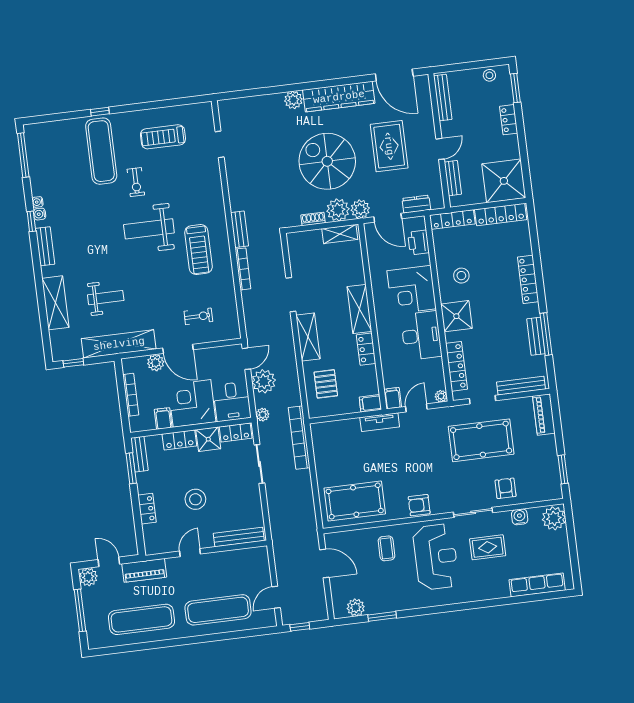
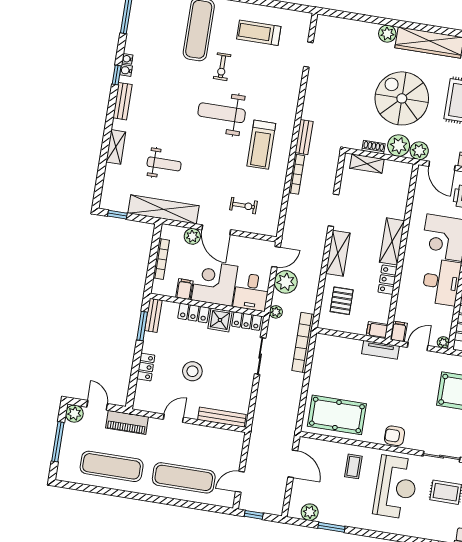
shelving: (340, 234) -> (367, 164), moved
shelving: (55, 303) -> (116, 147), width x0.67, depth x0.75

